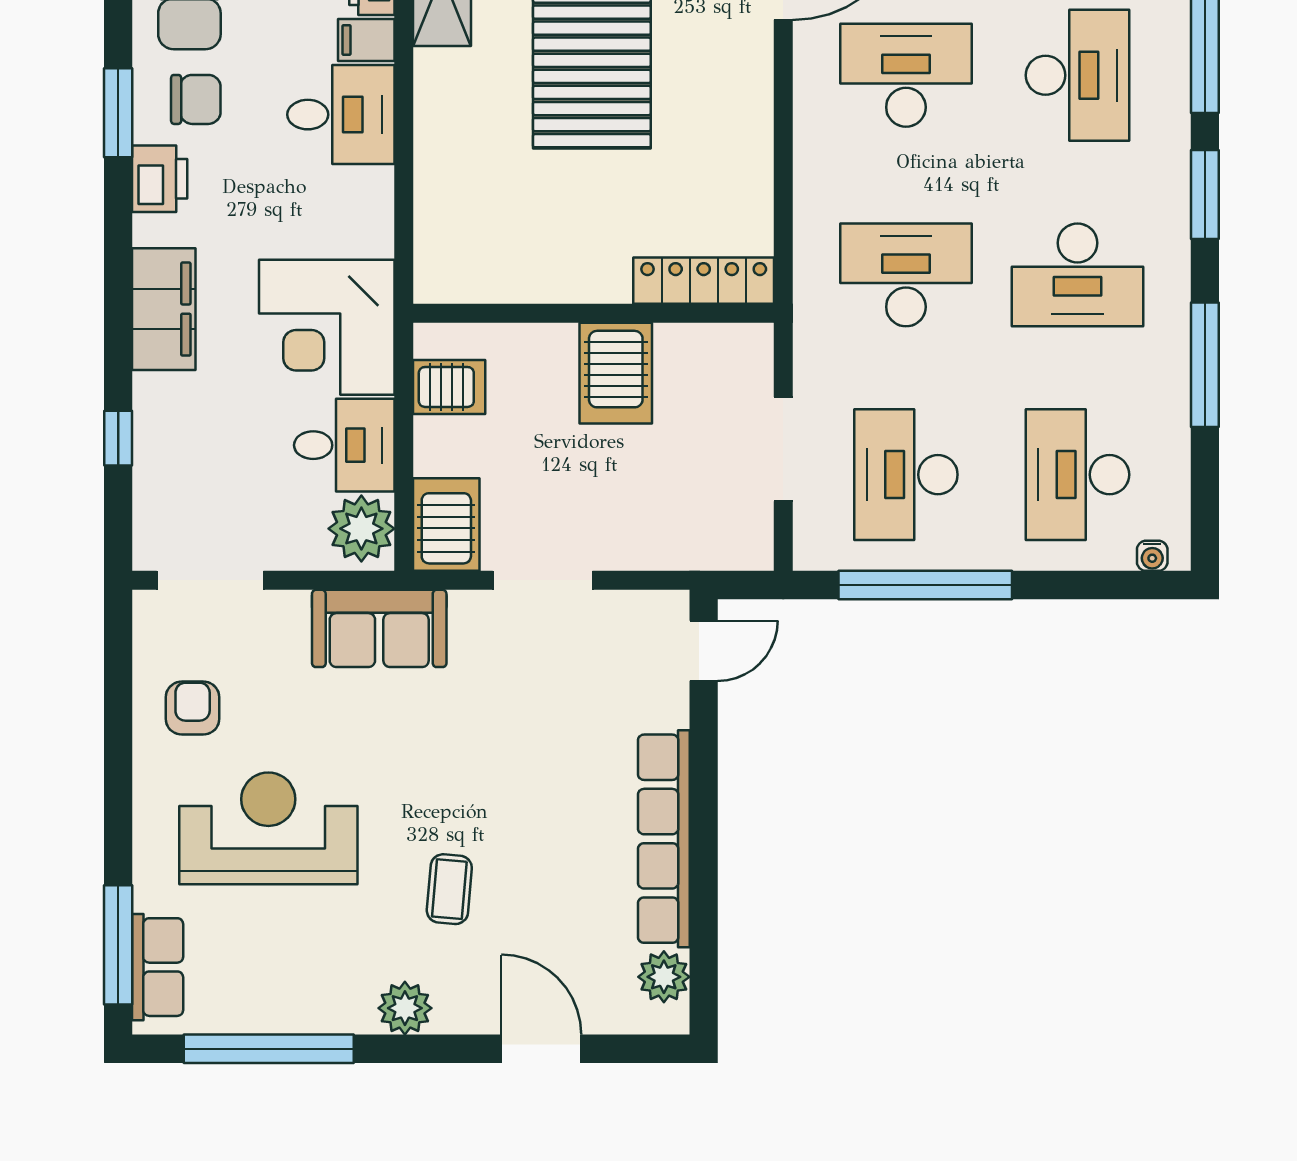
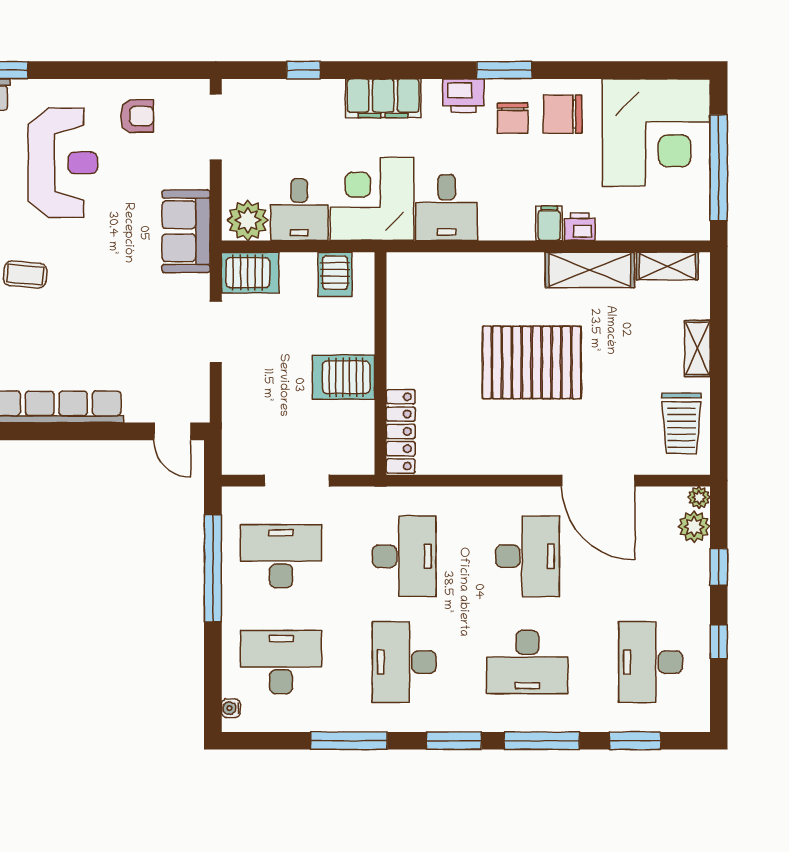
desk: (341, 115) -> (447, 208), moved

